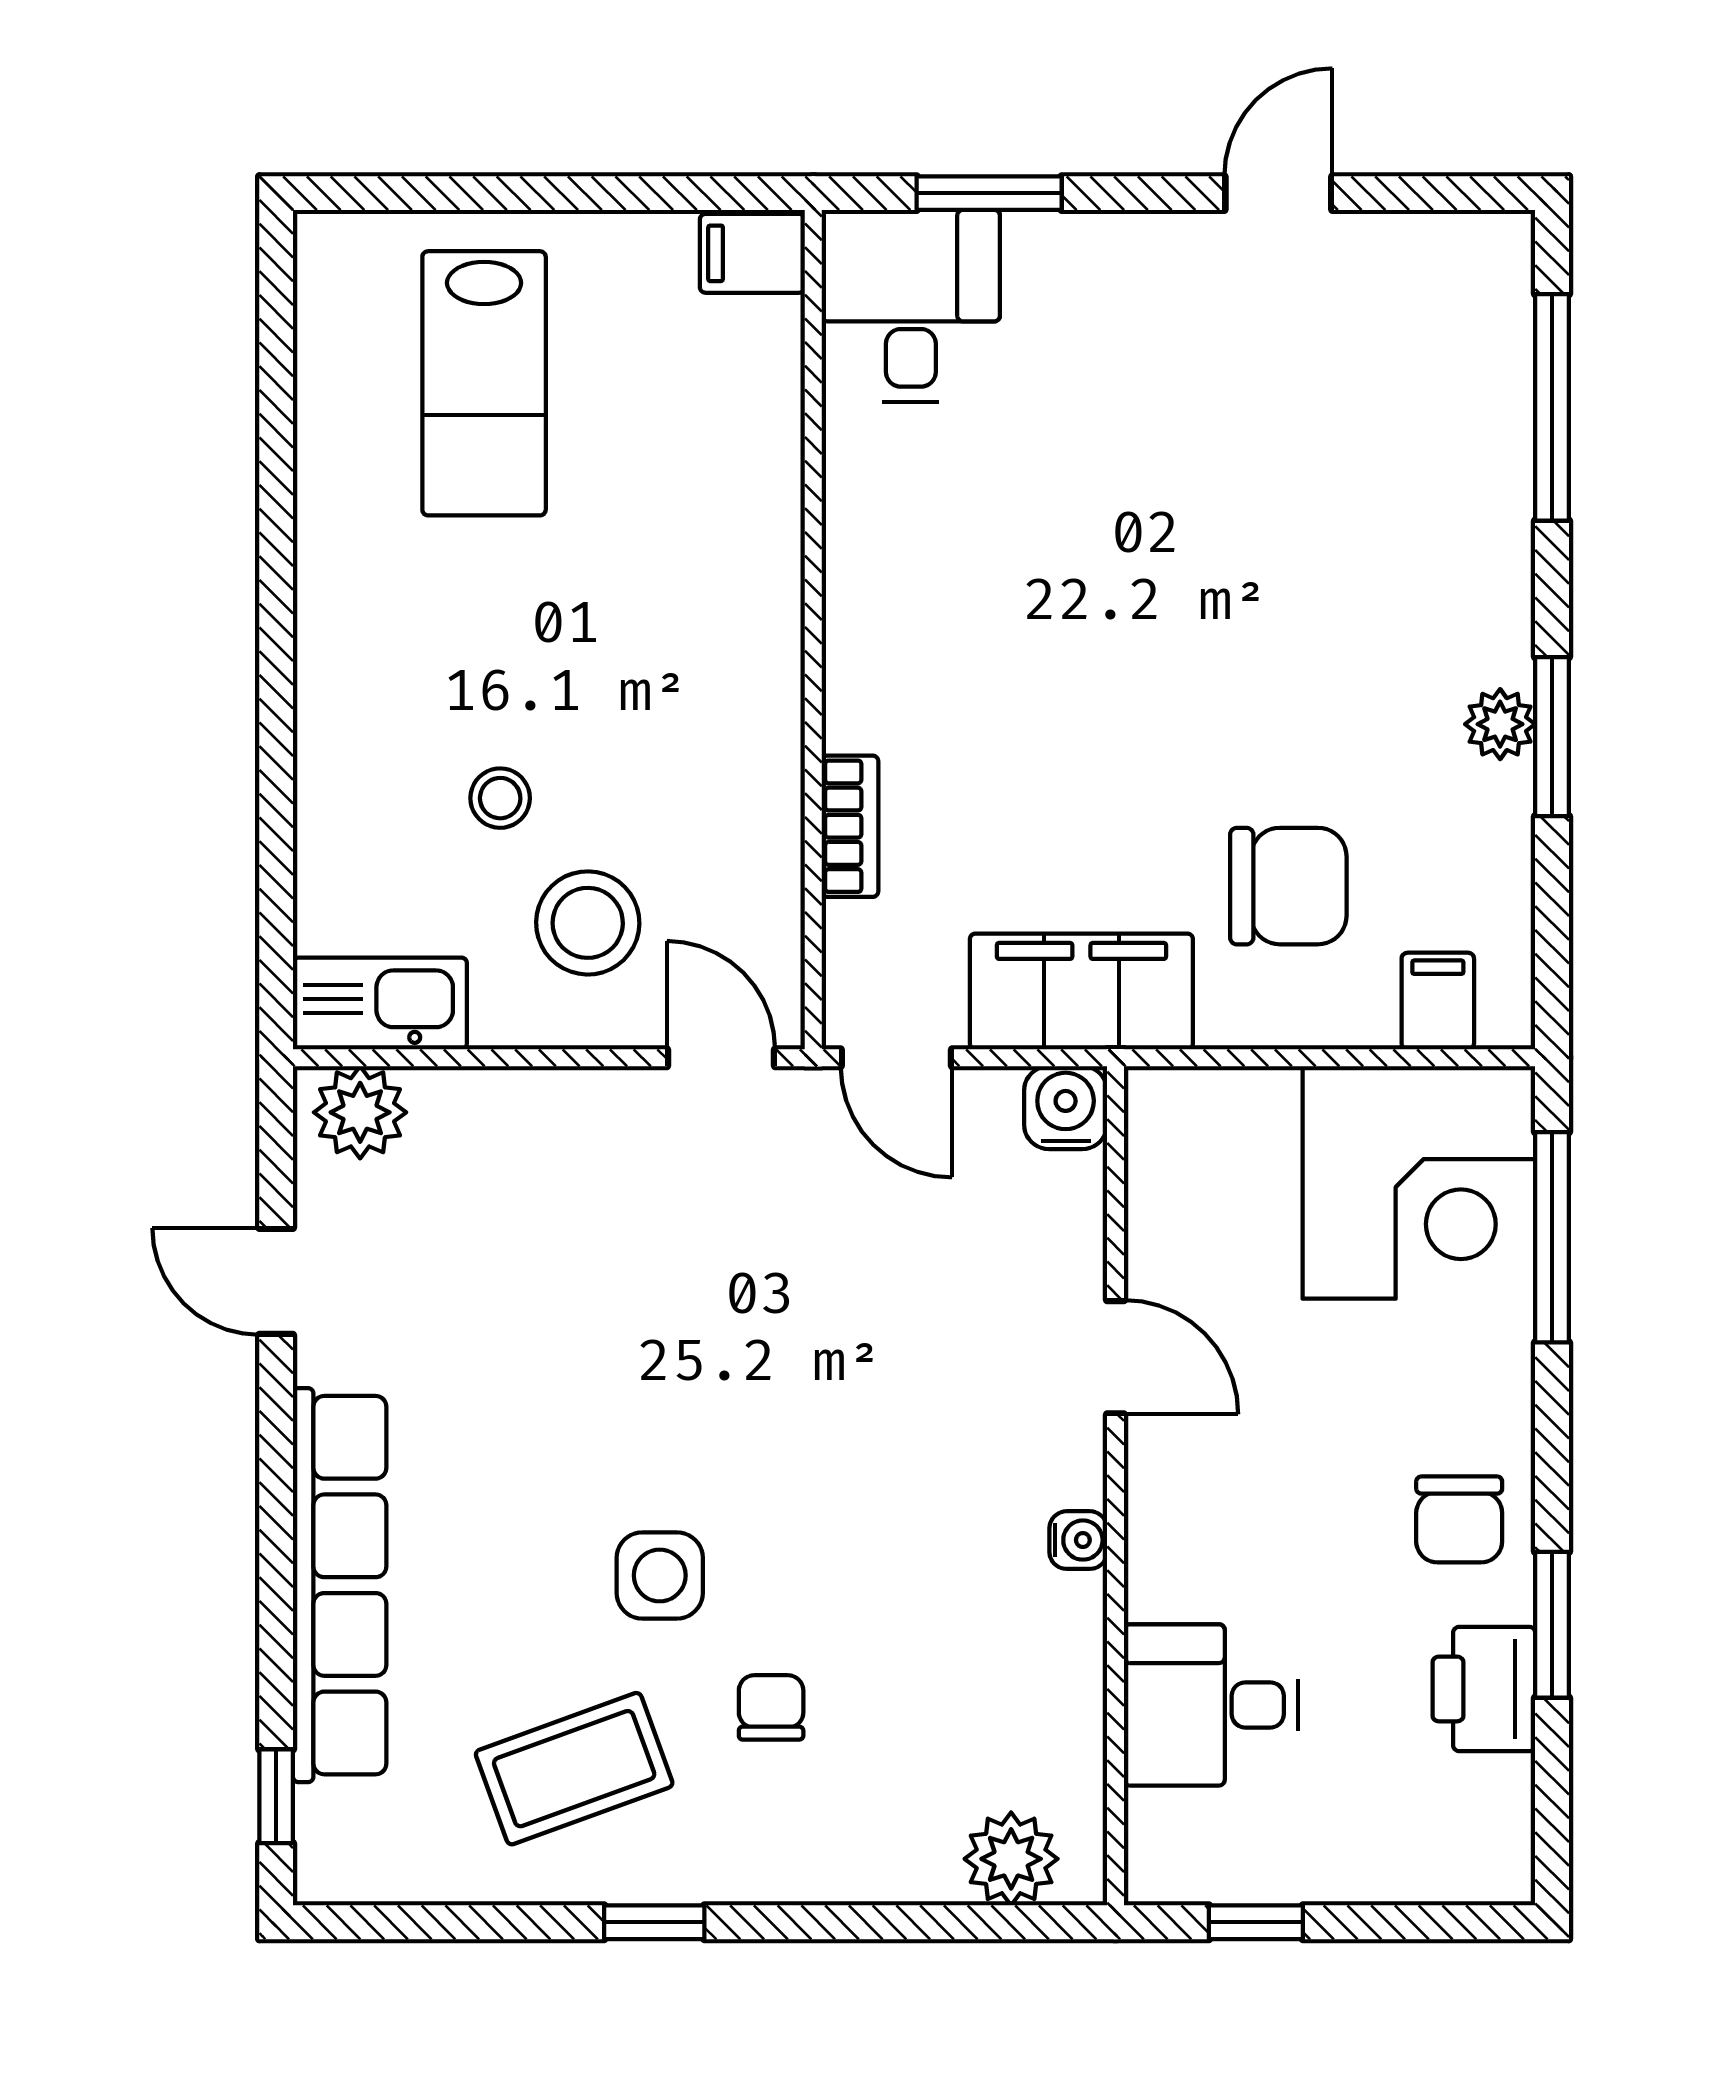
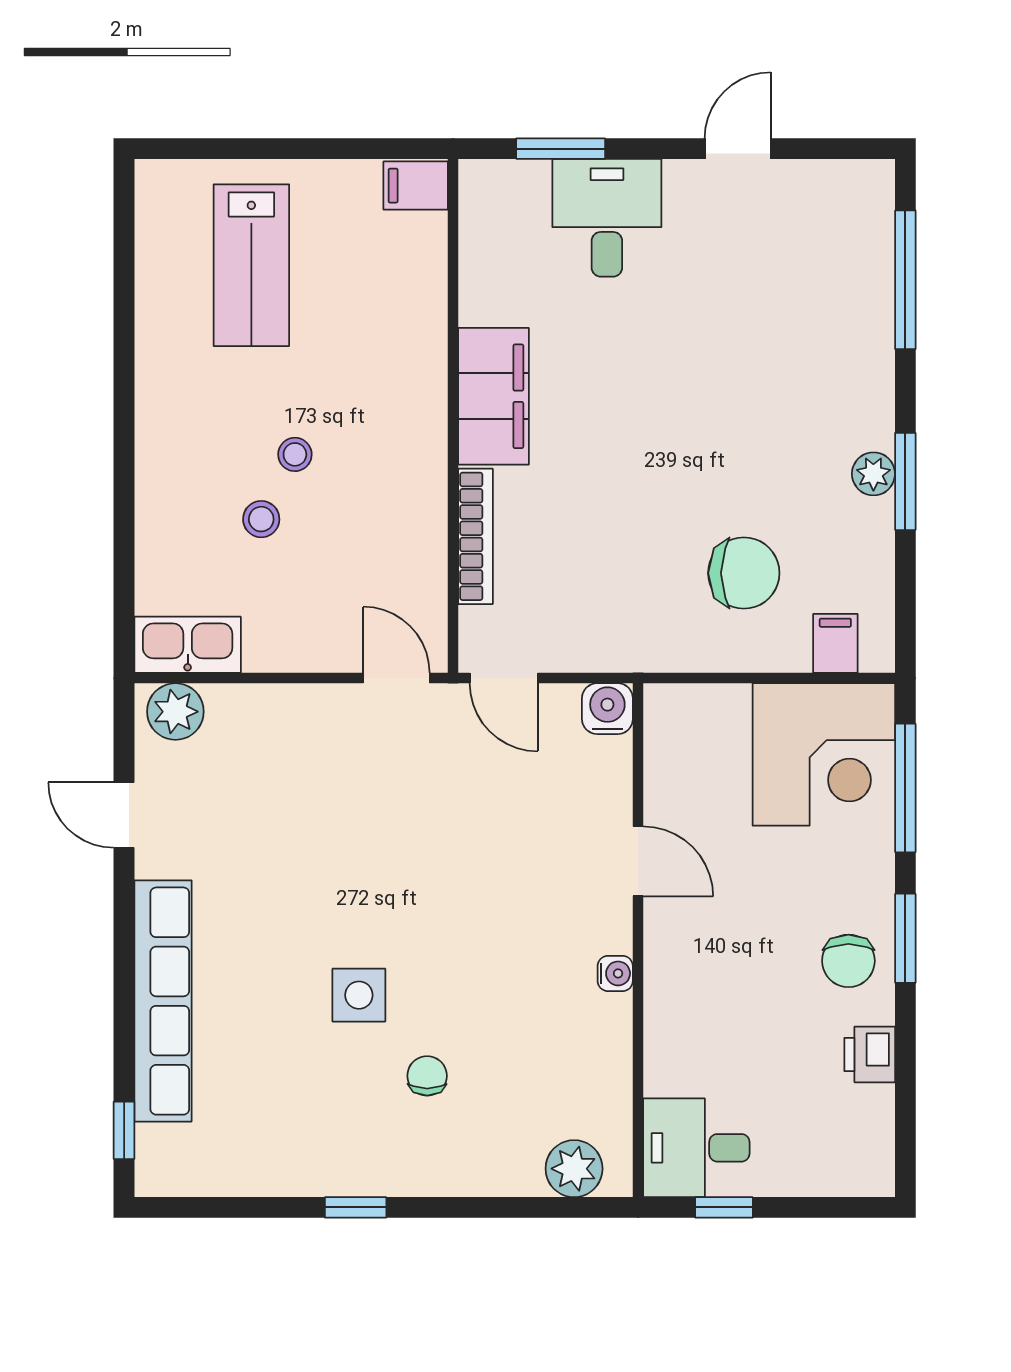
desk: (911, 306) -> (607, 218), moved
bookcase: (850, 826) -> (475, 536), width x1.56
stool: (588, 923) -> (295, 454), moved, width x0.53, depth x0.53
filing cabinet: (1081, 991) -> (494, 396), moved, turned 90
window: (1552, 1625) -> (905, 938), moved
printer: (1484, 1689) -> (870, 1054), width x0.73, depth x0.81
desk: (1211, 1705) -> (696, 1148), moved
coffee table: (574, 1769) -> (307, 1113), removed

